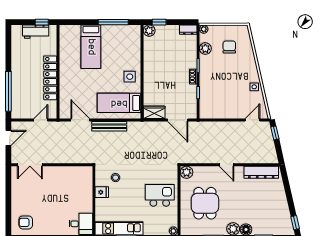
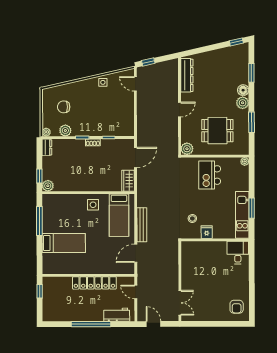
workbench: (36, 32) -> (117, 315), moved, turned -90
window: (8, 91) -> (91, 324), moved

